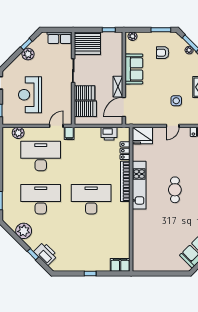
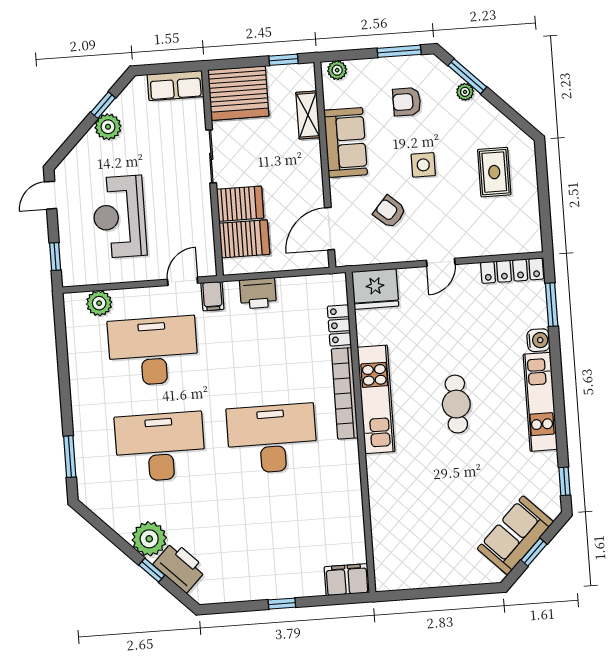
shelving: (118, 87) -> (308, 115), moved
armchair: (151, 101) -> (390, 212), added
side table: (176, 101) -> (423, 165), moved
printer: (109, 134) -> (258, 293), moved
plant: (24, 231) -> (149, 539), moved

